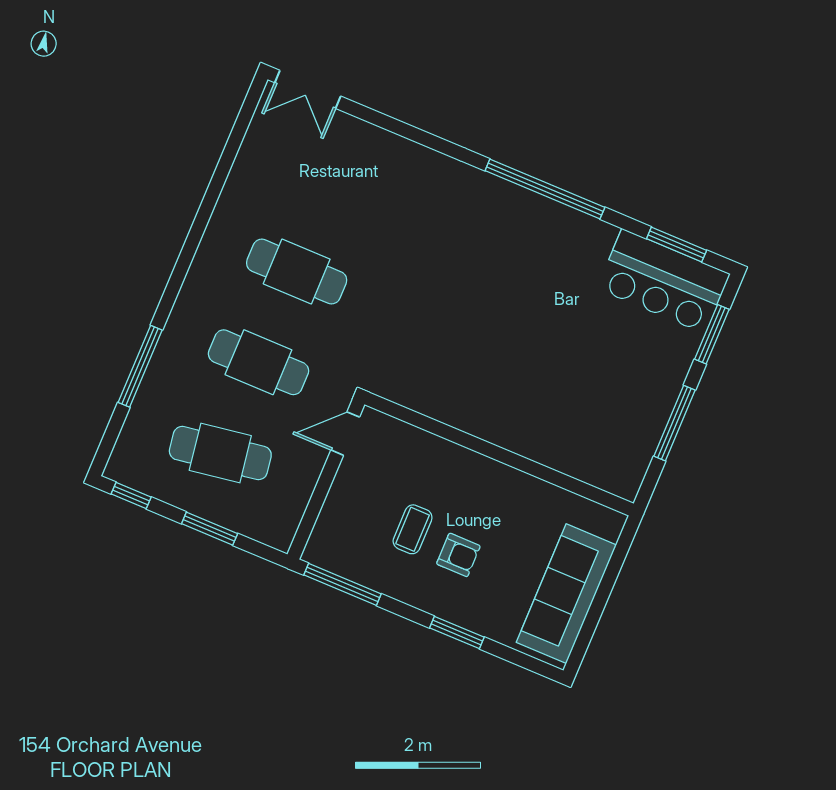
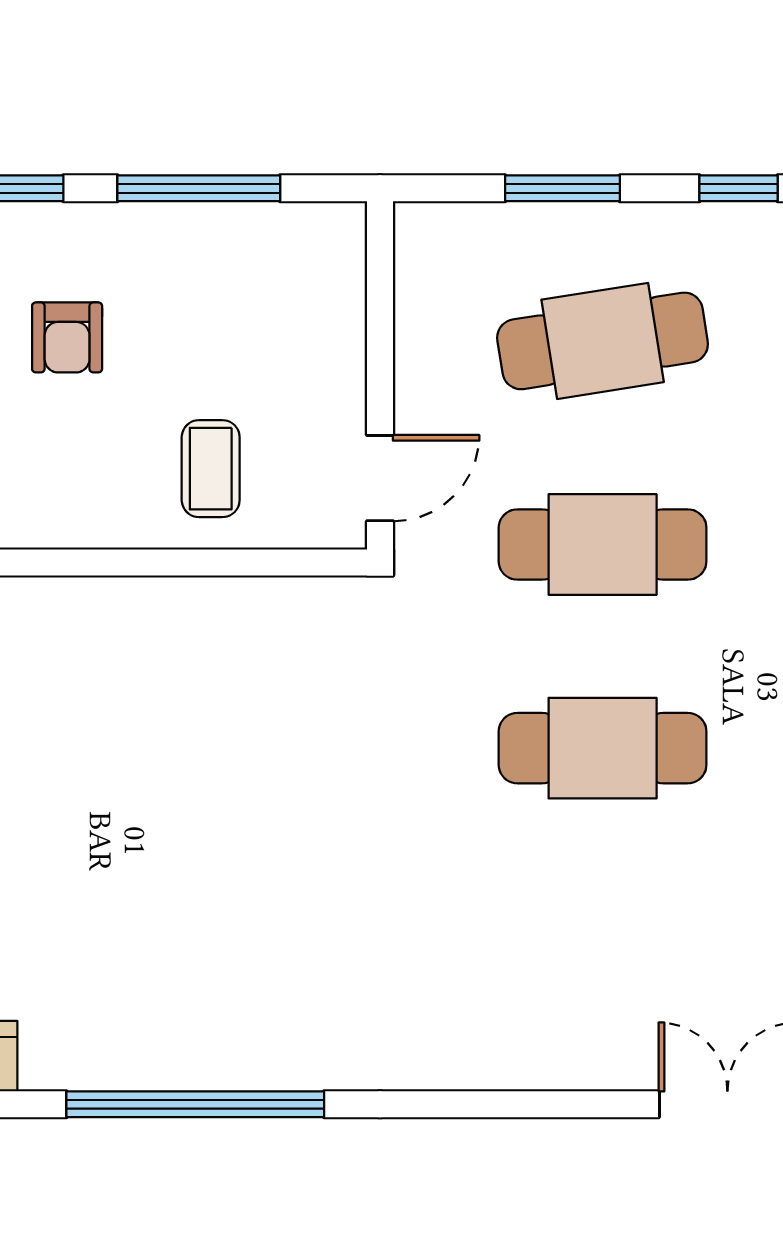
coffee table: (413, 529) -> (211, 469), moved
armchair: (458, 555) -> (67, 337), turned -90
window: (342, 584) -> (199, 188), moved

